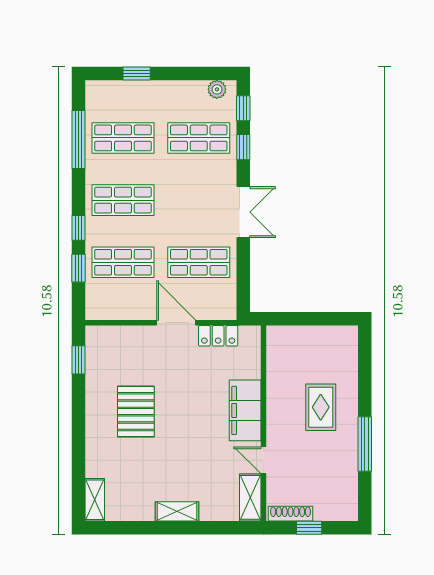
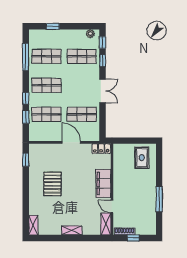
locker: (218, 336) -> (101, 149), moved
rug: (321, 407) -> (142, 158), moved

